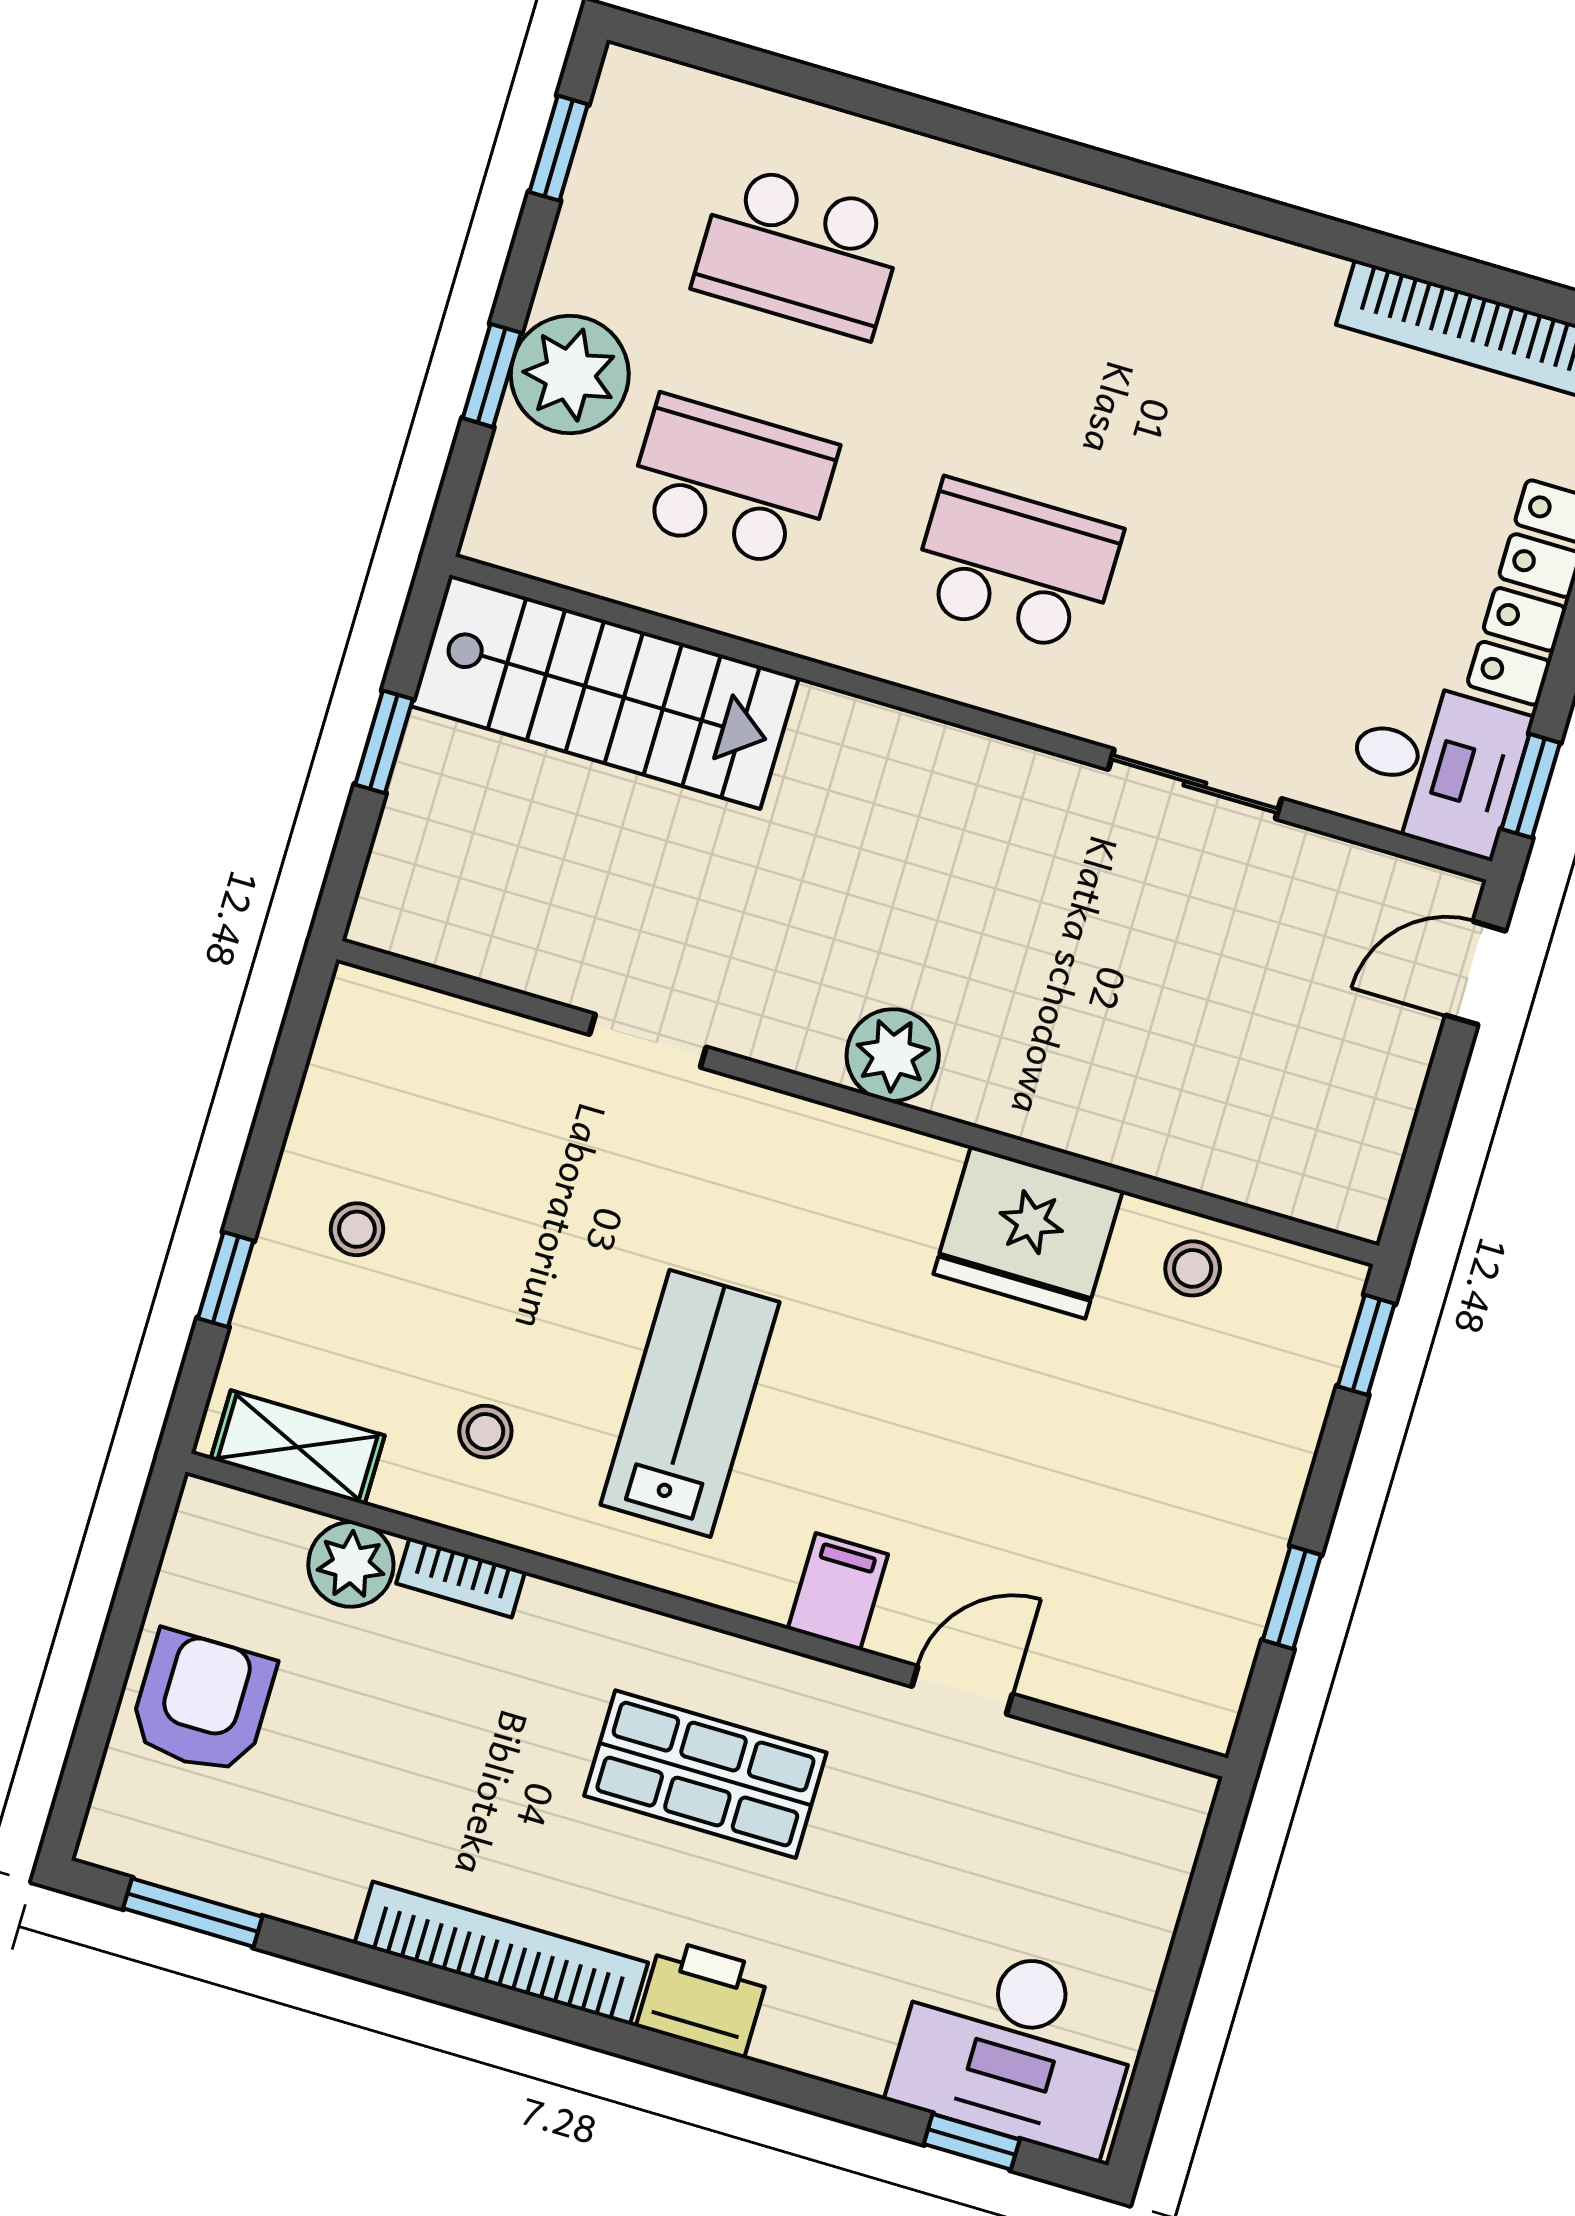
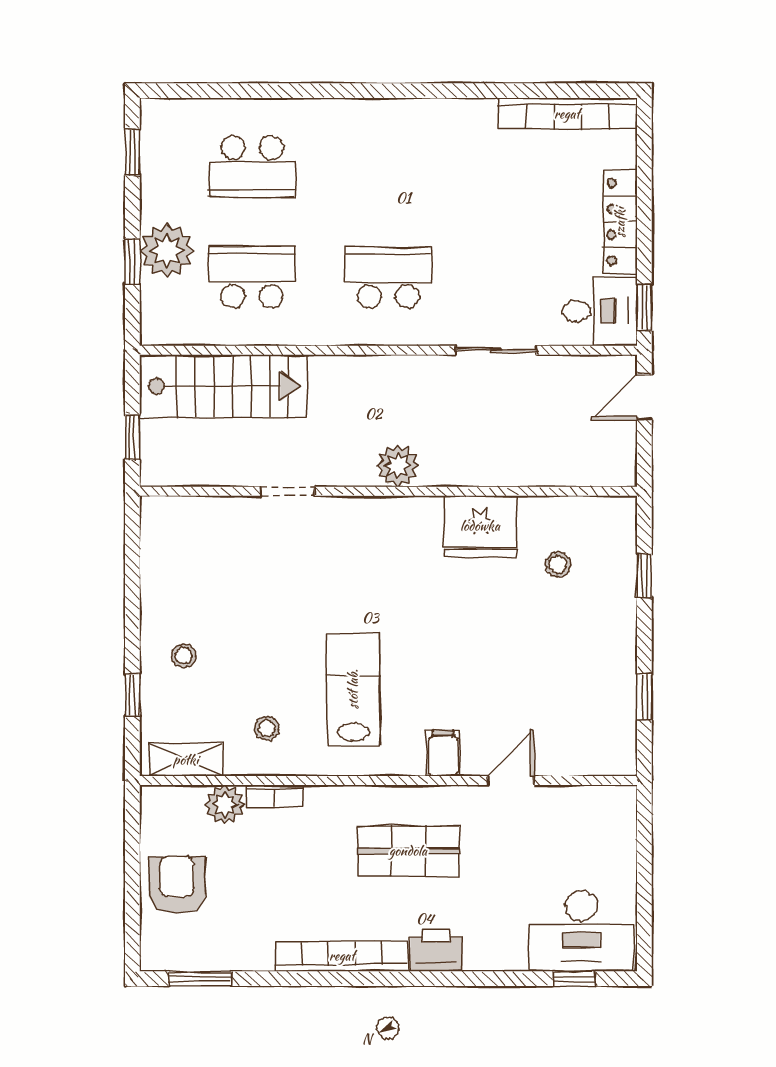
doorway: (648, 1041) -> (288, 491), moved
plant: (893, 1055) -> (398, 466), moved
wall: (858, 1103) -> (388, 491), moved
fridge: (1028, 1232) -> (480, 526), moved

